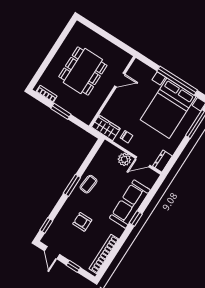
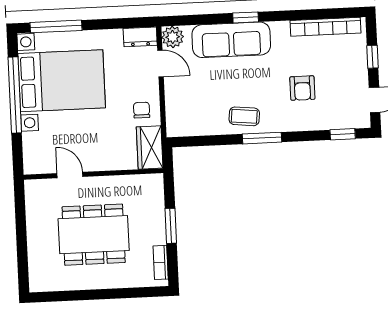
plant: (124, 159) -> (173, 37), moved

